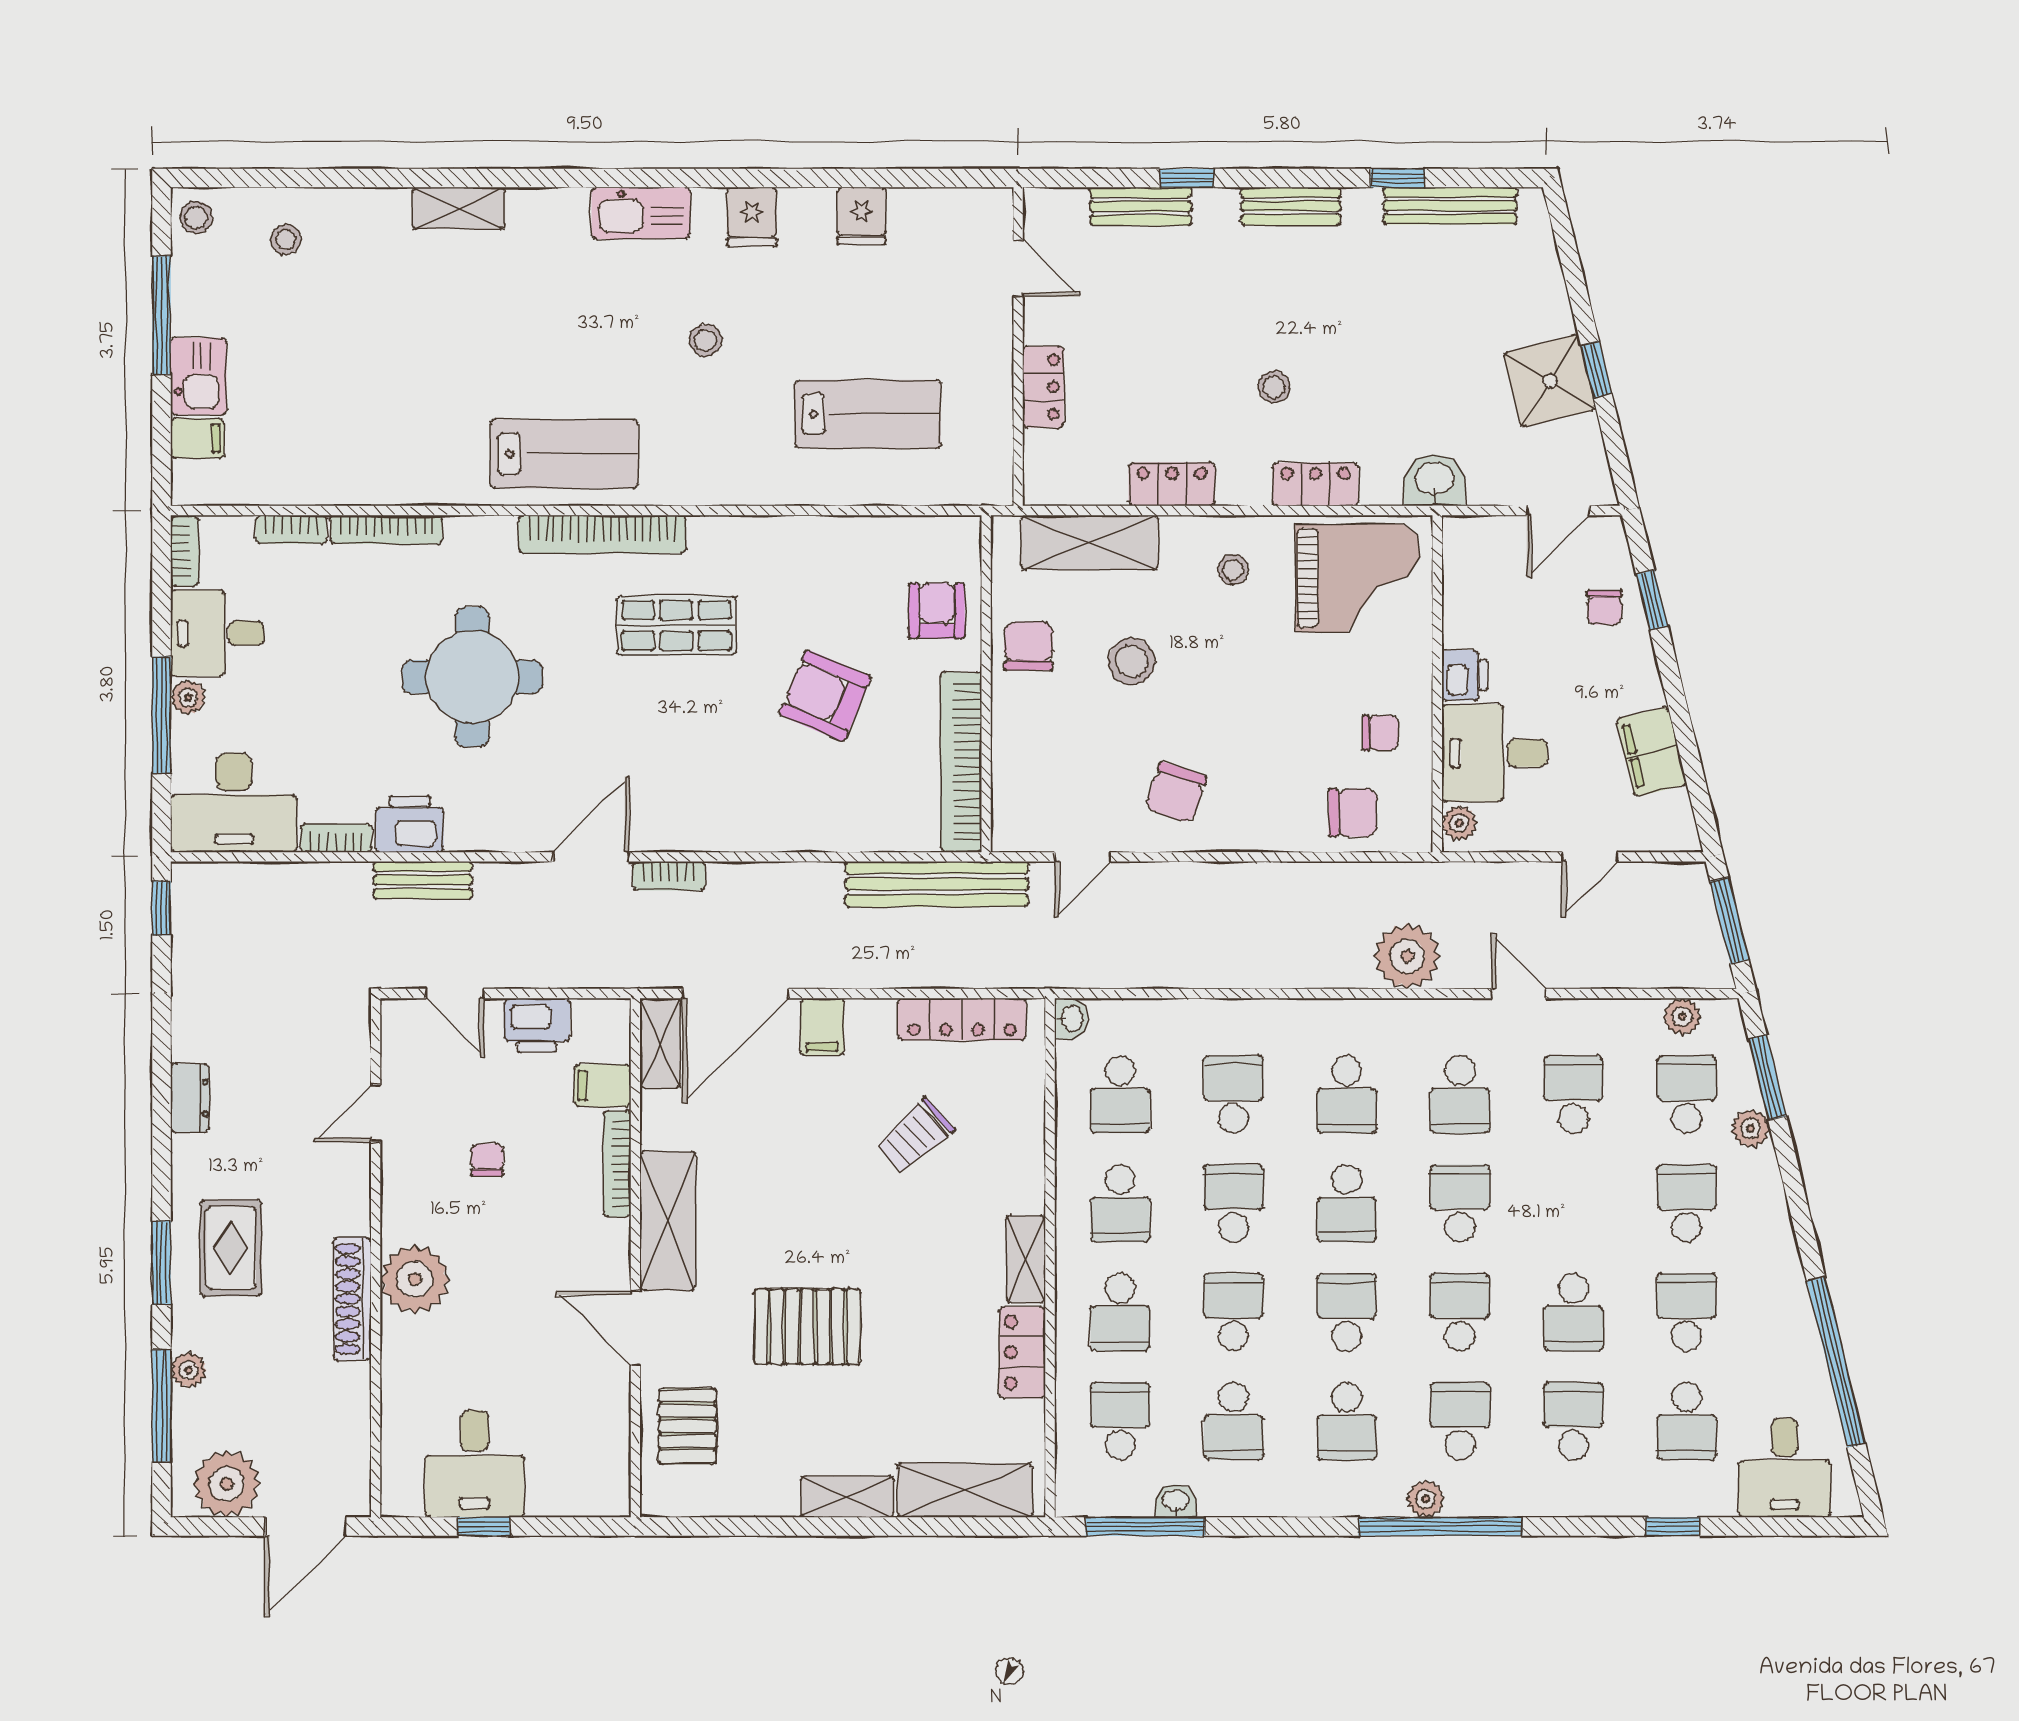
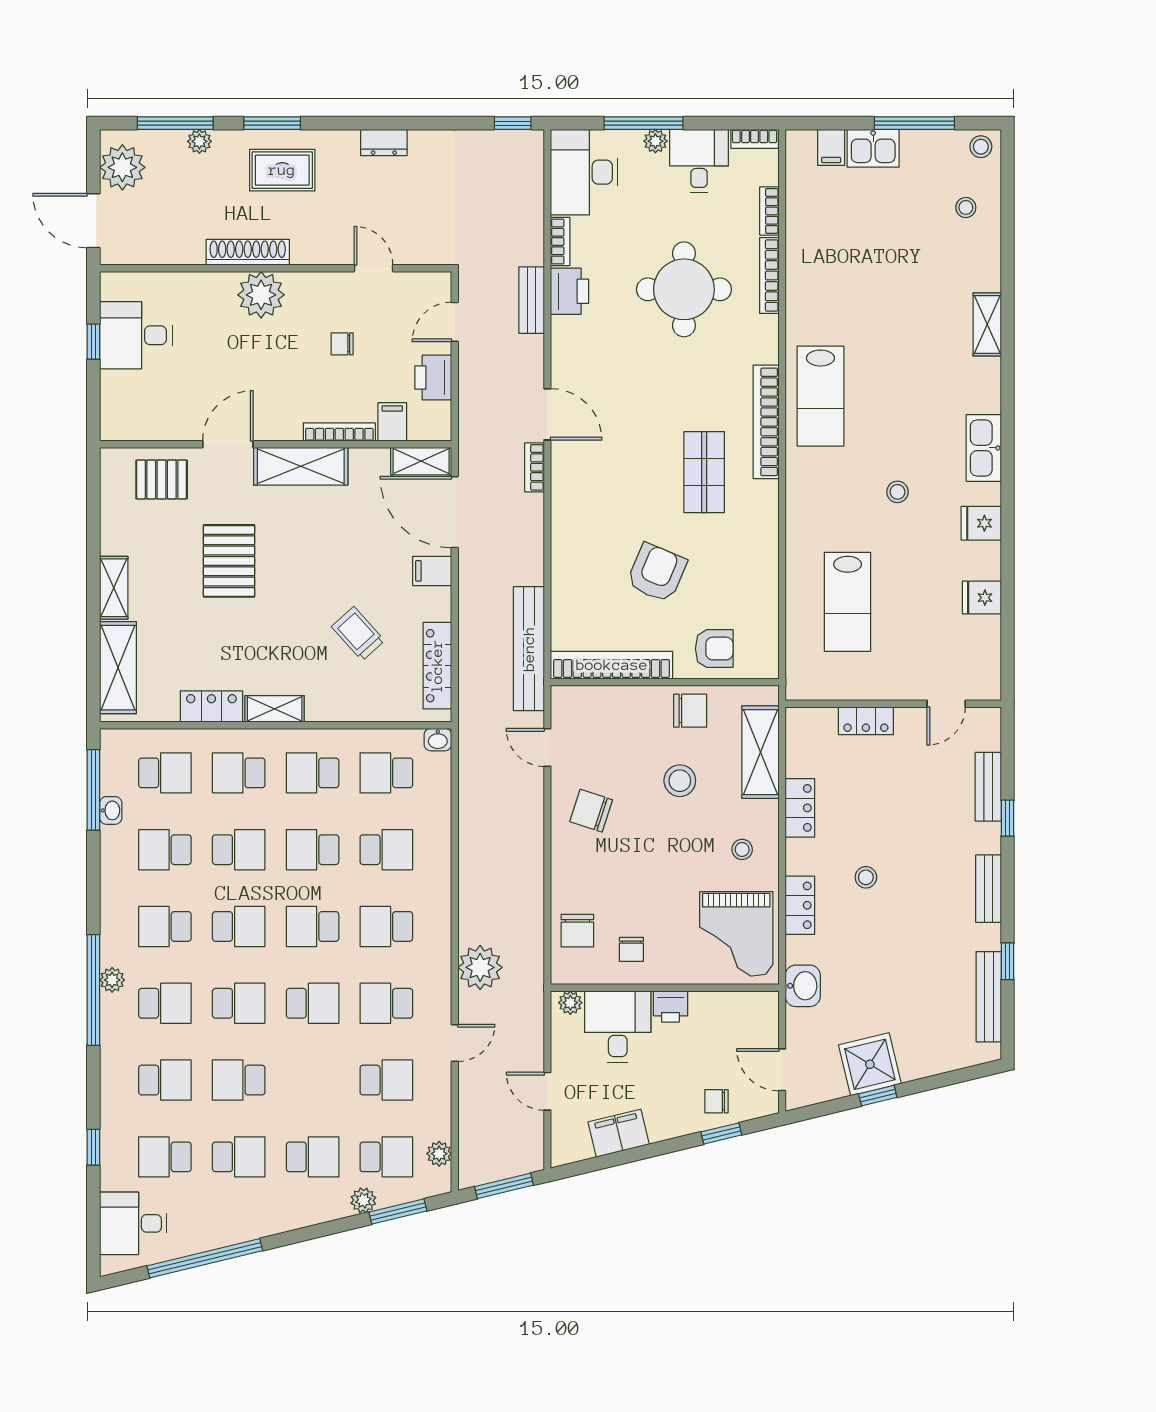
round table: (472, 677) -> (684, 289), moved
chair: (487, 1160) -> (342, 344), turned 180
school desk: (1233, 1203) -> (313, 850), turned 180

